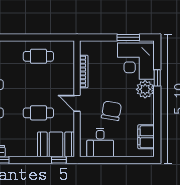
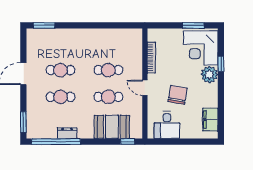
cafe table: (38, 56) -> (108, 70), moved
booth: (56, 144) -> (112, 127), moved

